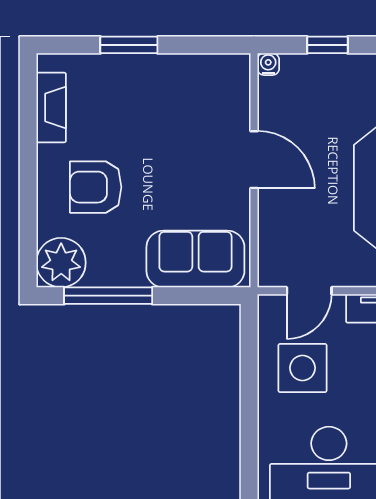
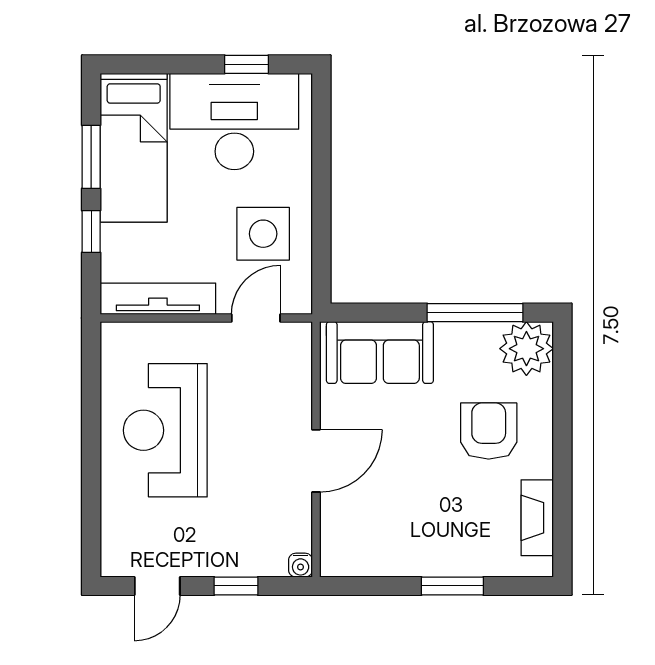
door: (254, 160) -> (316, 461), swing flipped
armchair: (96, 187) -> (489, 431), turned -90

